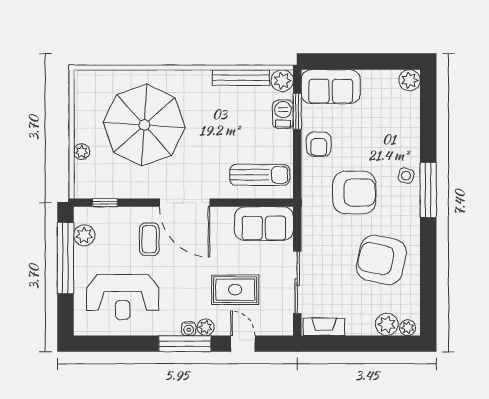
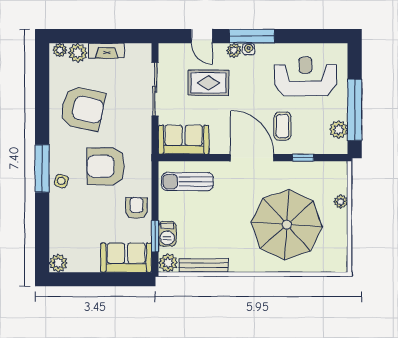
window: (105, 203) -> (303, 158), moved
fireplace: (324, 327) -> (107, 51), moved

